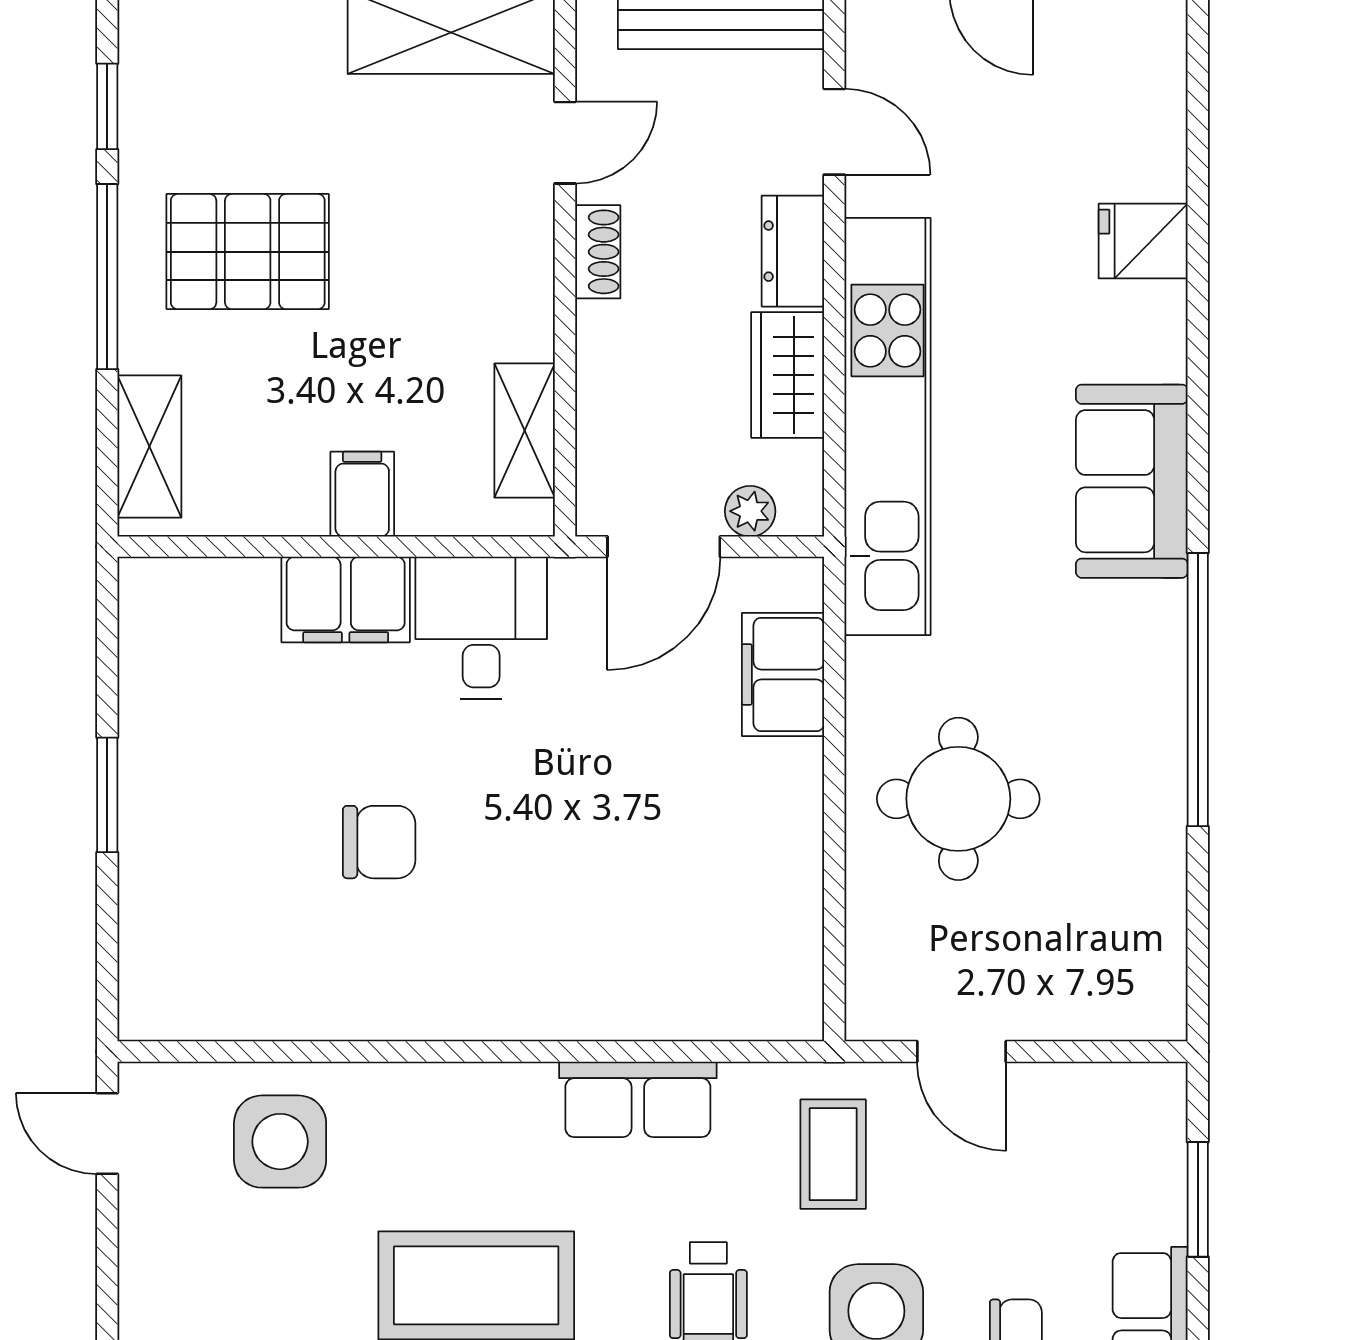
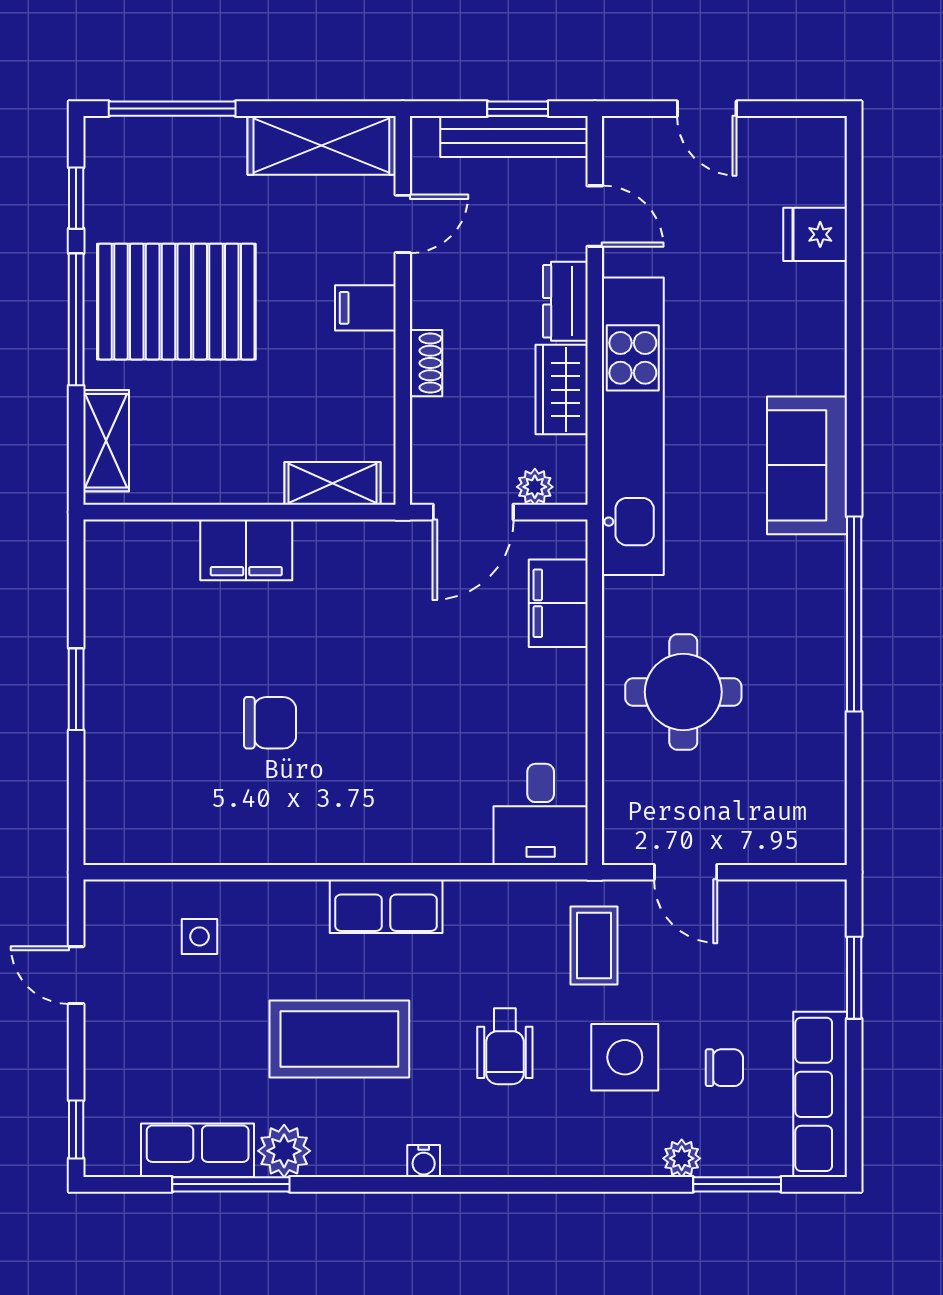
fridge: (1143, 241) -> (815, 234), moved
pallet: (248, 252) -> (176, 302), width x1.37, depth x1.41
shoe rack: (598, 252) -> (426, 363), moved
shelving: (525, 431) -> (332, 483), moved, turned 90
filing cabinet: (362, 494) -> (365, 308), moved, turned -90
desk: (481, 628) -> (541, 814), moved, turned 180
row of seats: (638, 1099) -> (386, 906), moved
door: (107, 1134) -> (76, 975), moved
side table: (280, 1142) -> (199, 936), width x0.54, depth x0.54

